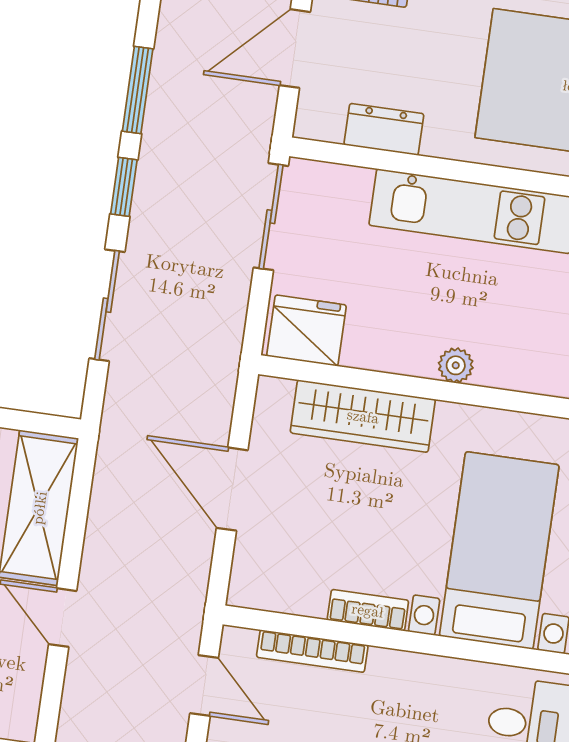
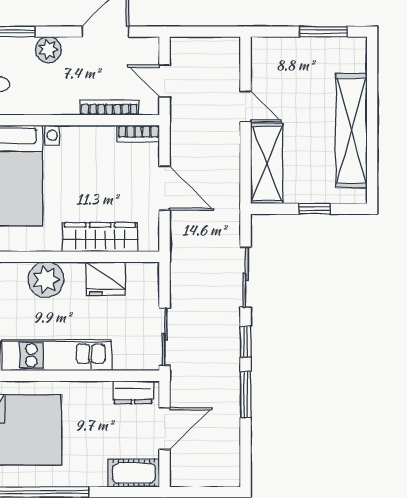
dresser: (384, 129) -> (133, 392), moved
fridge: (306, 331) -> (106, 279), moved
plant: (456, 365) -> (46, 280), width x1.87, depth x1.87
bookcase: (368, 610) -> (138, 134), moved

